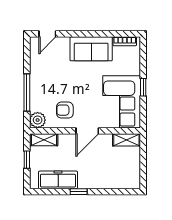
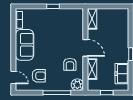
armchair: (50, 68) -> (39, 76), added
corner sofa: (122, 102) -> (64, 22), removed
shelving: (44, 140) -> (92, 69), moved
freezer: (58, 180) -> (122, 74), width x0.71

